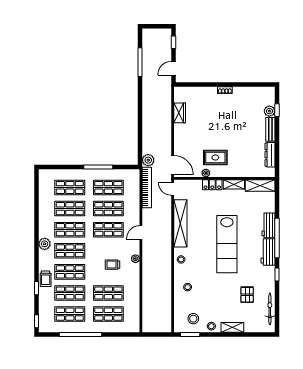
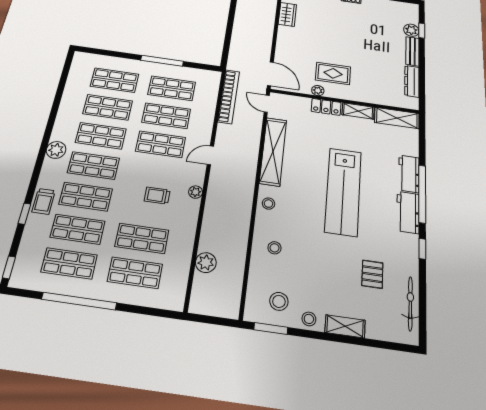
plant: (148, 160) -> (206, 263), moved

